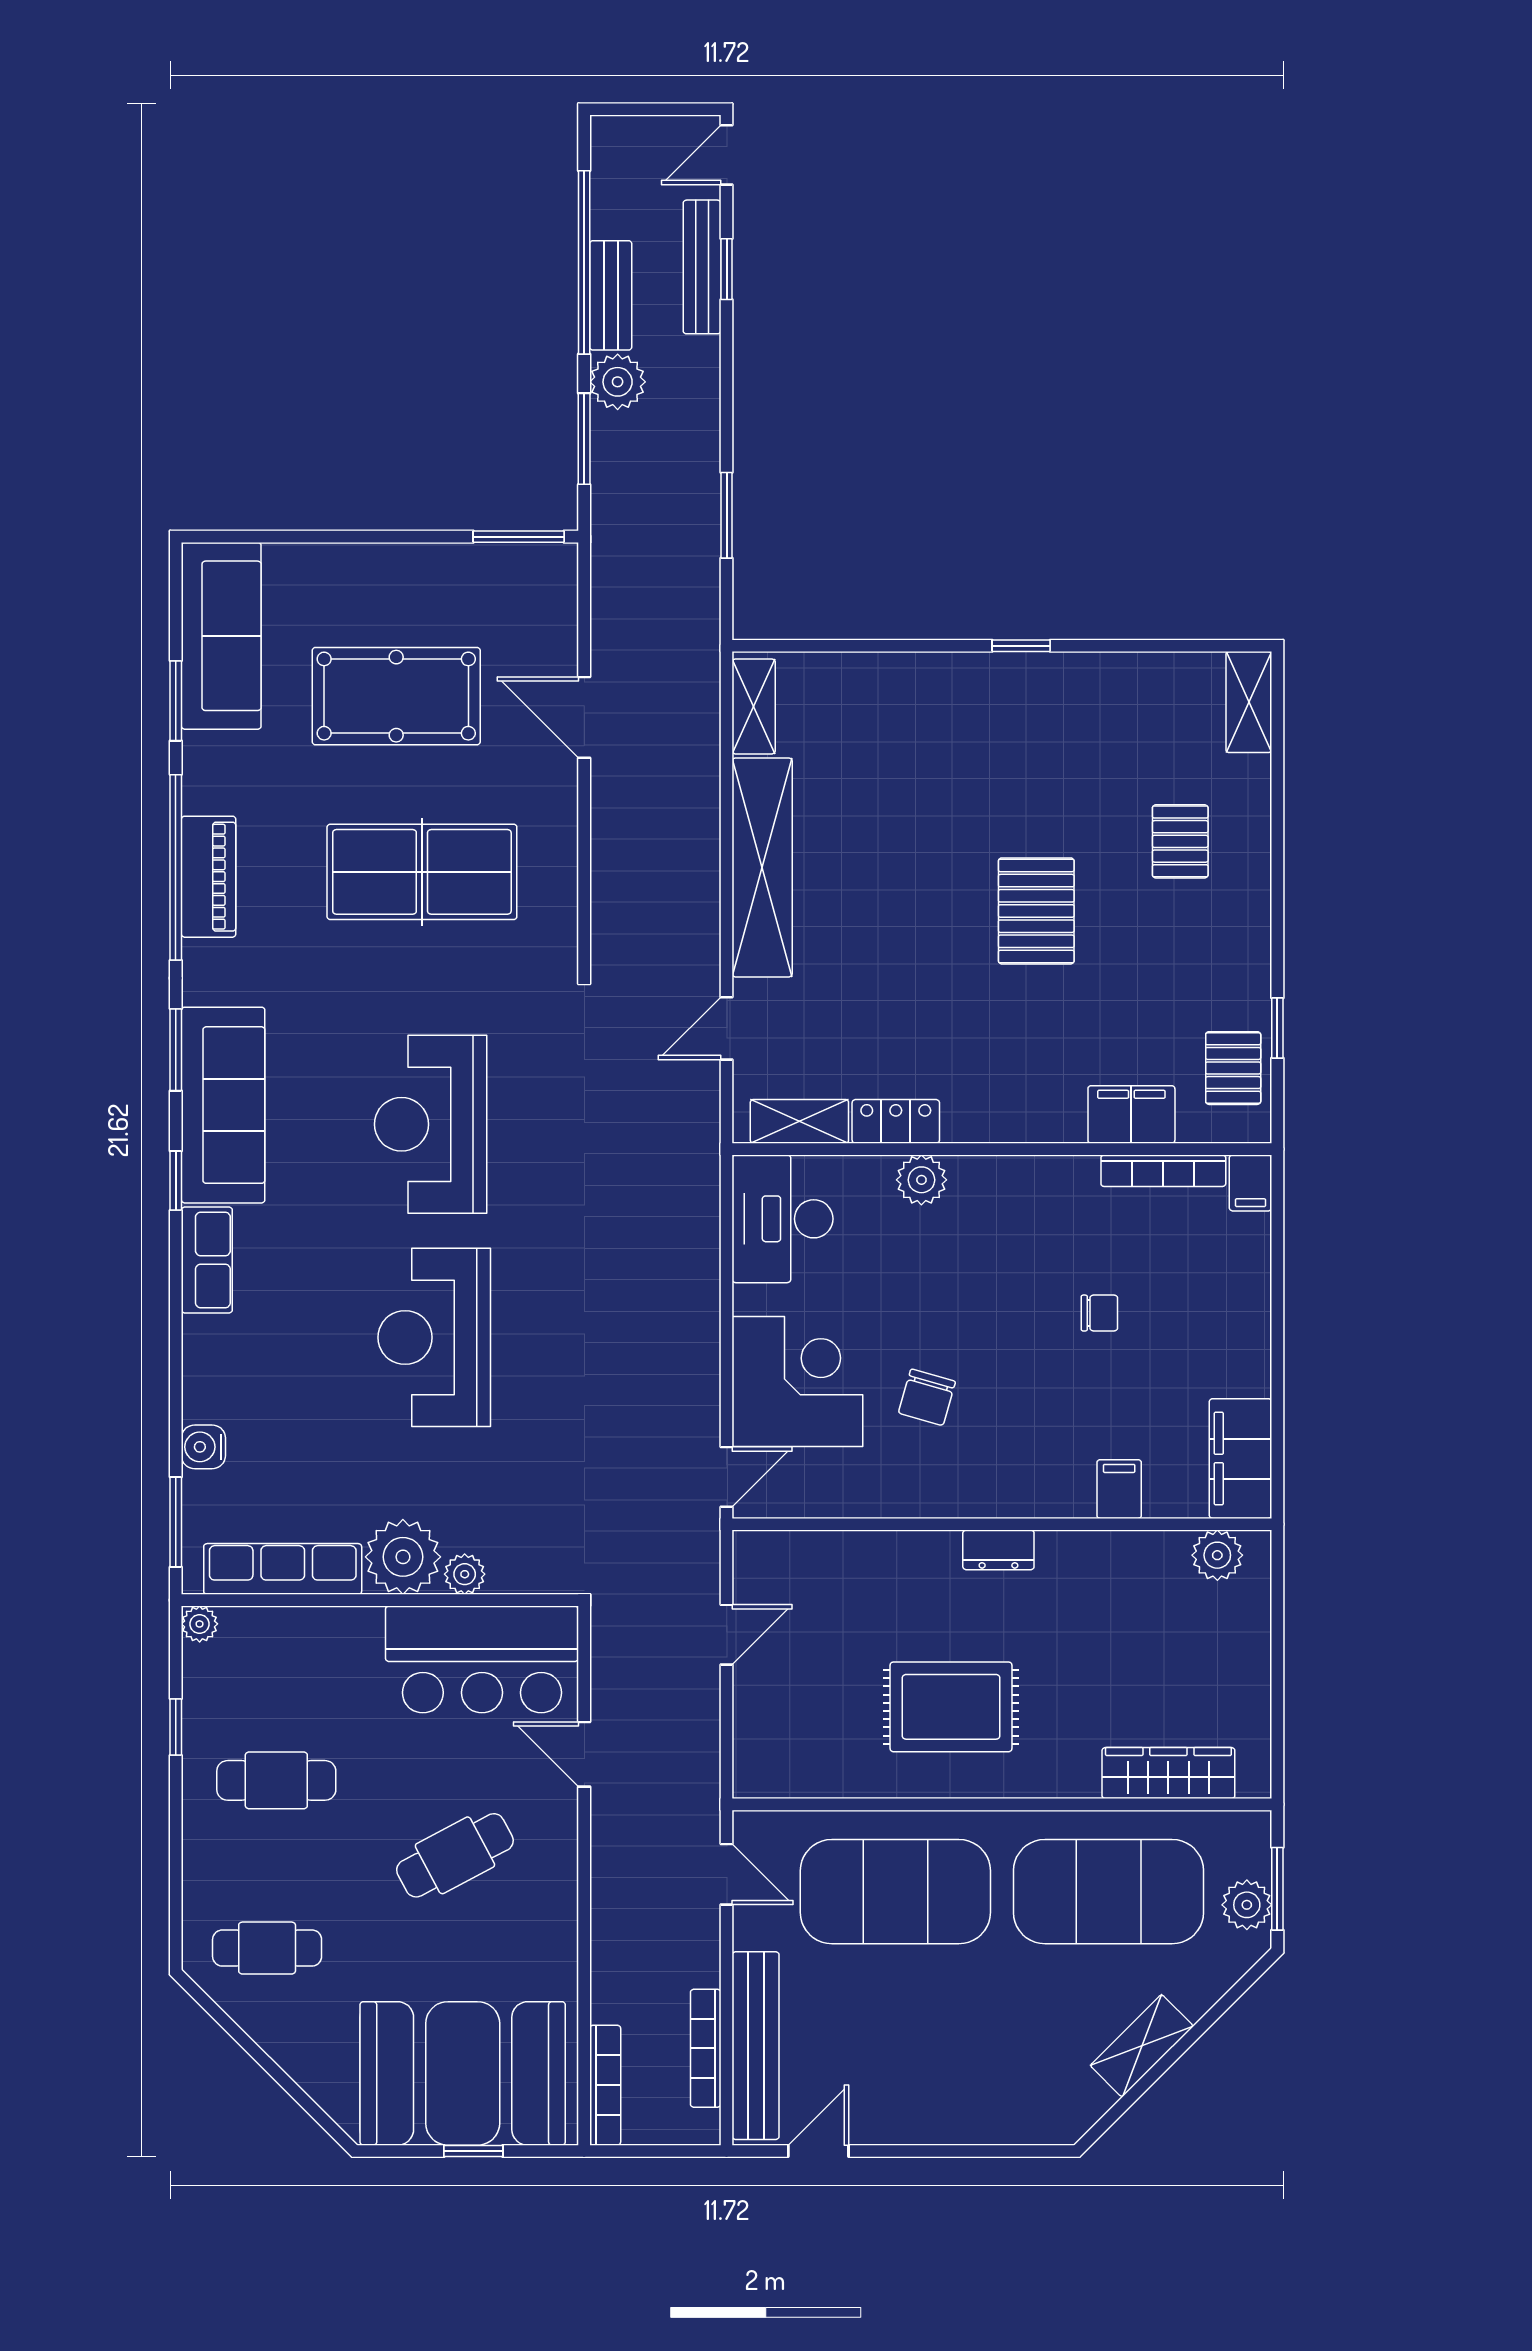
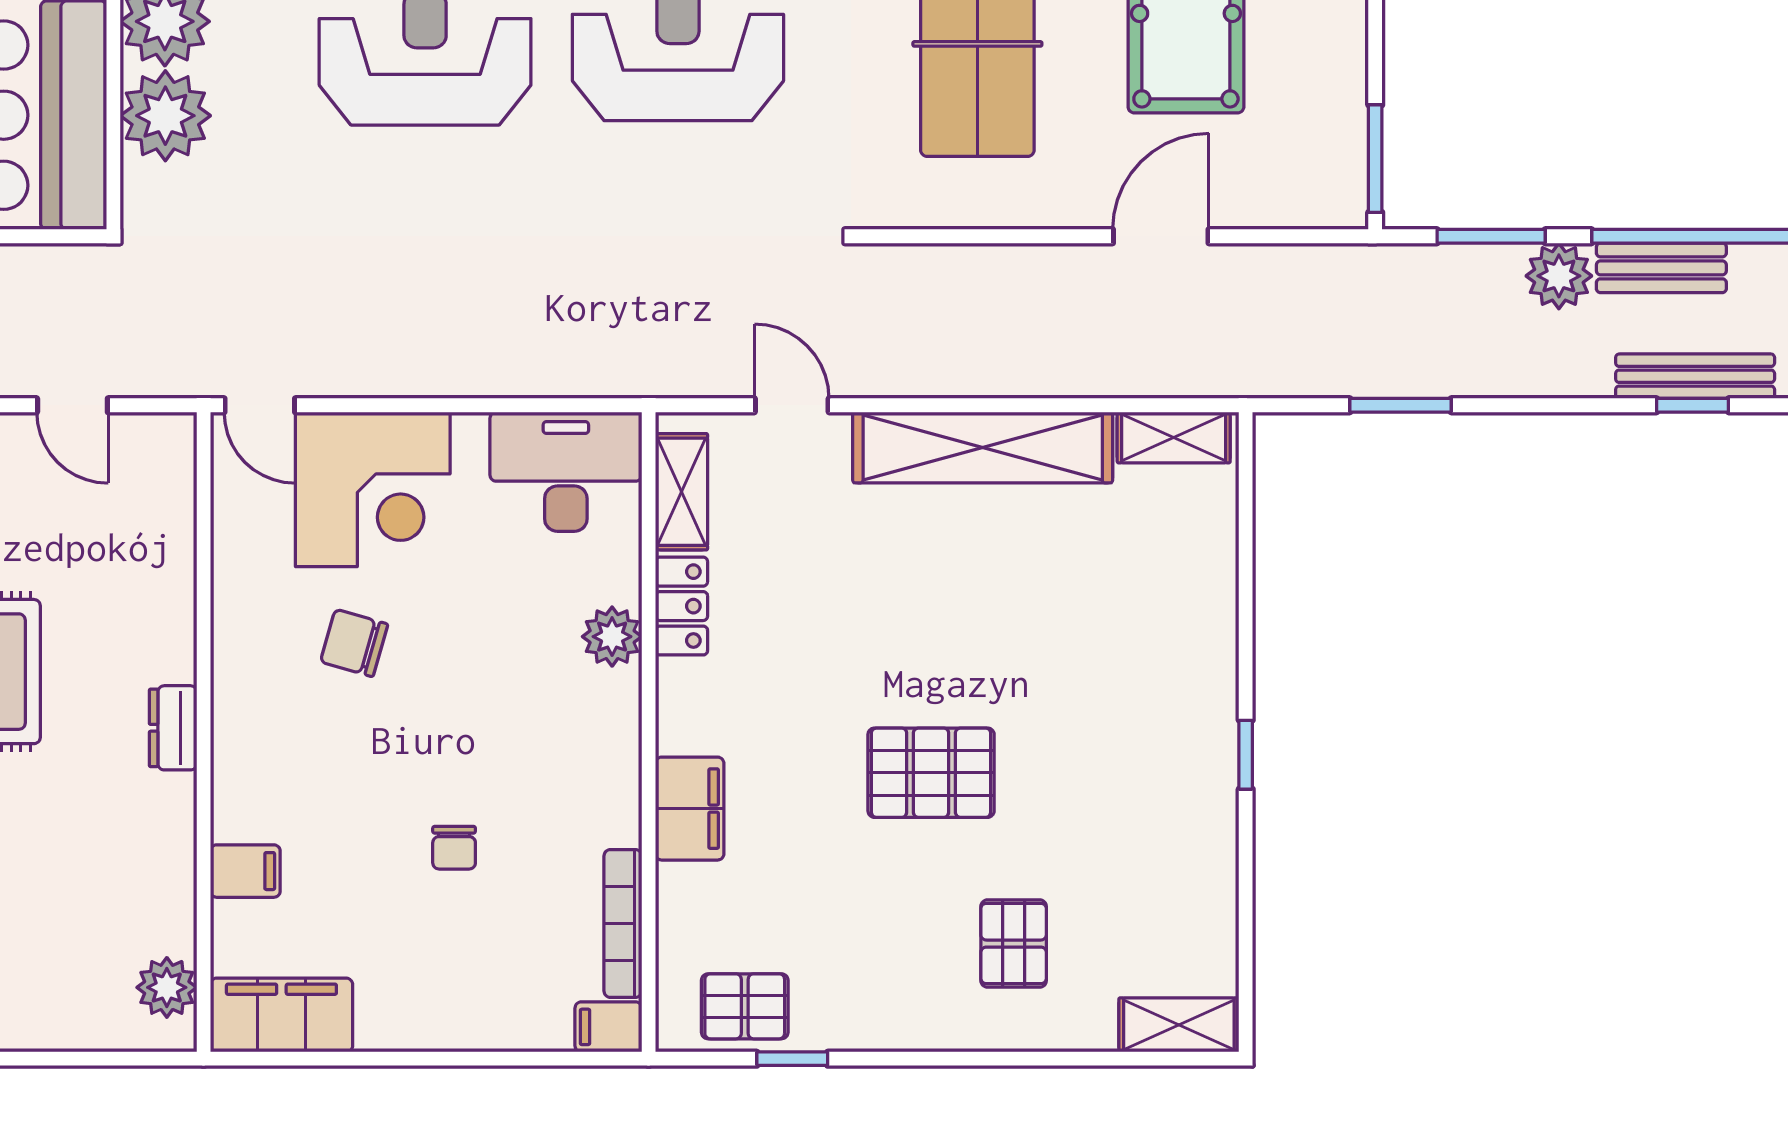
pallet: (1180, 841) -> (1014, 944), turned 90
filing cabinet: (1131, 1114) -> (690, 809), moved
plant: (465, 1574) -> (165, 116), width x1.87, depth x1.87

